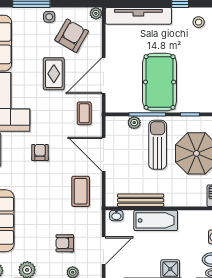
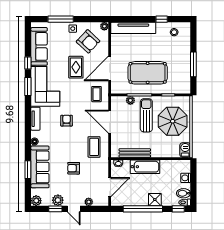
armchair: (72, 36) -> (88, 41), turned 103
pool table: (160, 82) -> (148, 73), turned 90
armchair: (65, 243) -> (74, 168), moved

